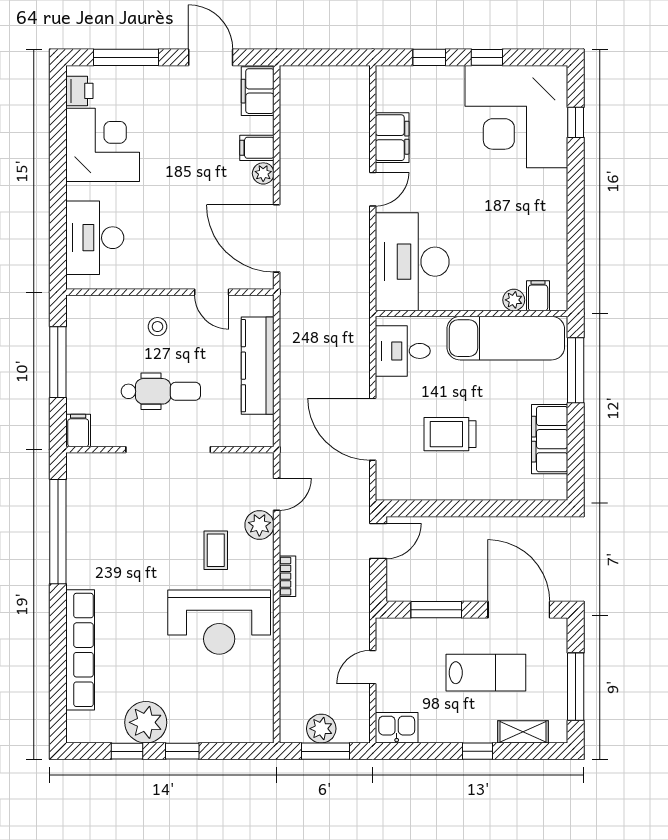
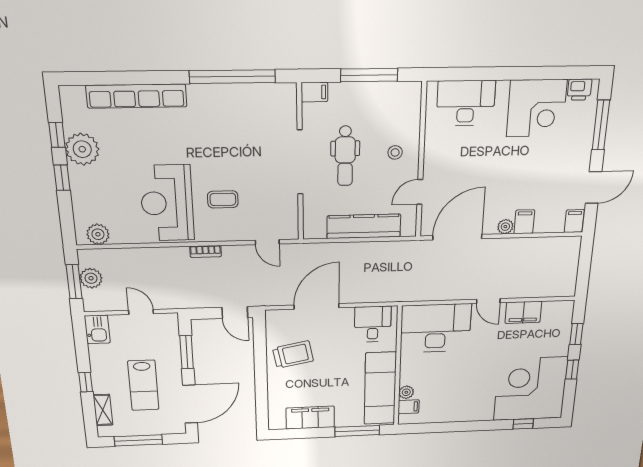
filing cabinet: (258, 91) -> (574, 221), width x0.50
trolley: (450, 434) -> (293, 355), moved, turned 79
plant: (259, 525) -> (98, 234), moved

